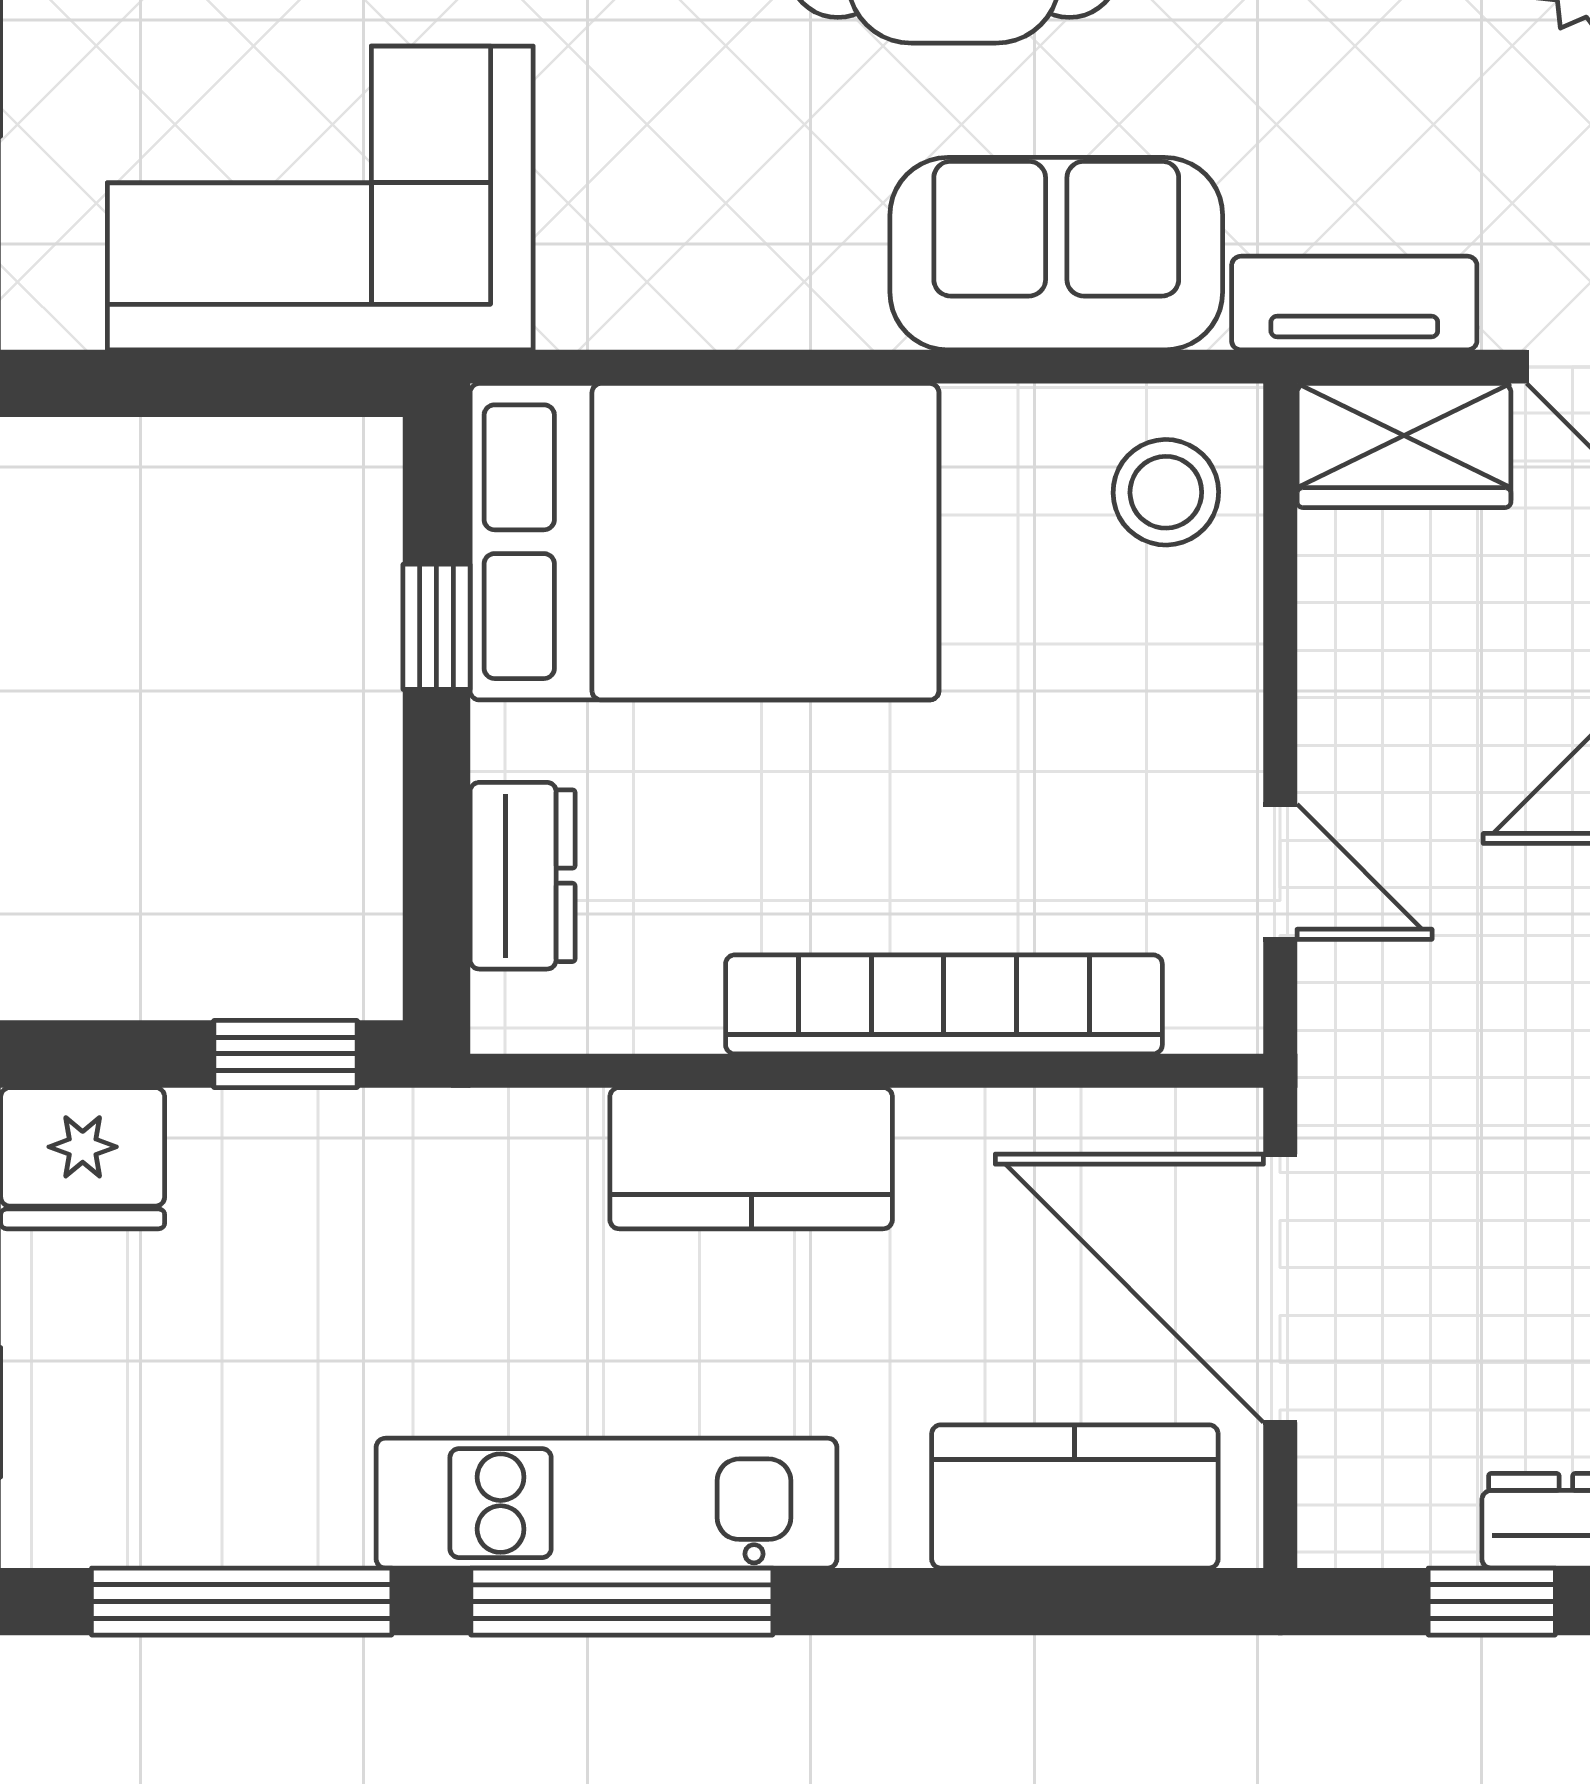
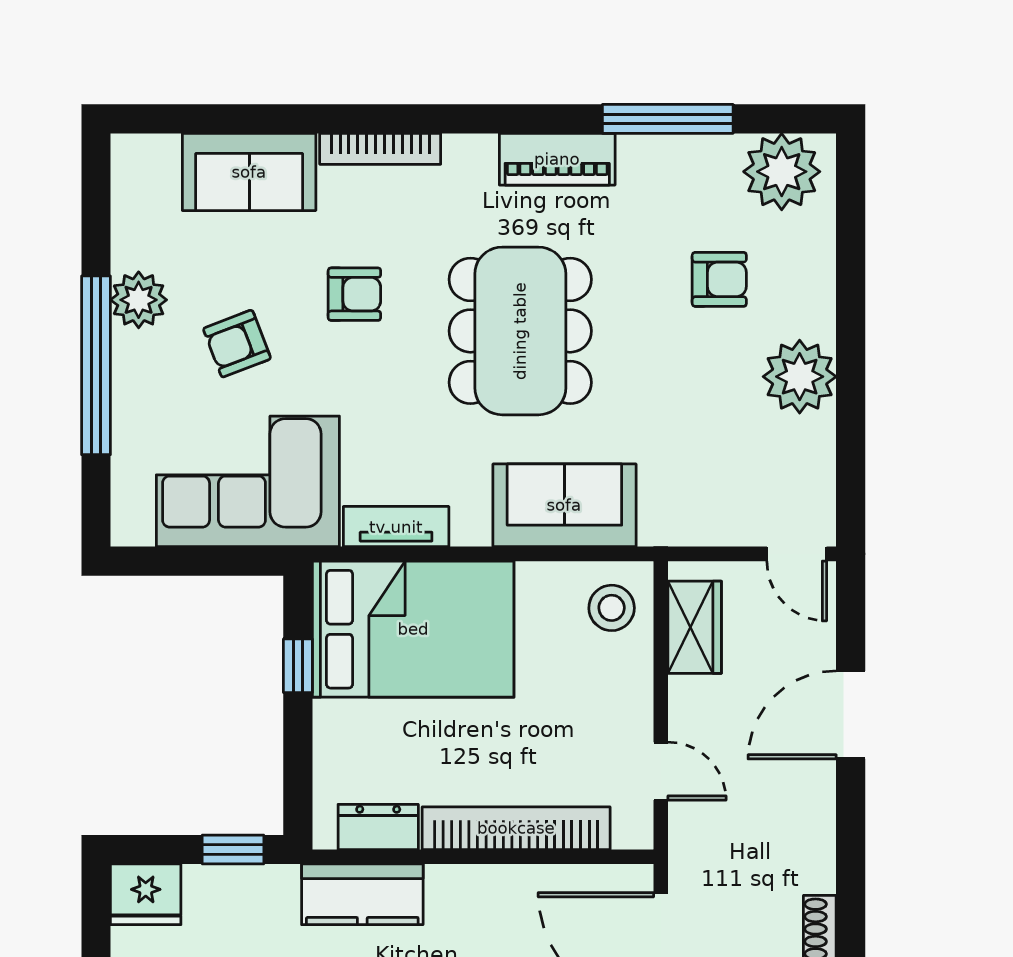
tv unit: (1354, 303) -> (396, 527), moved
wardrobe: (1404, 446) -> (695, 627), moved, turned -90
dresser: (523, 876) -> (378, 827), moved, turned -90
kitchen counter: (751, 1158) -> (362, 894), moved

